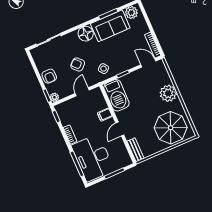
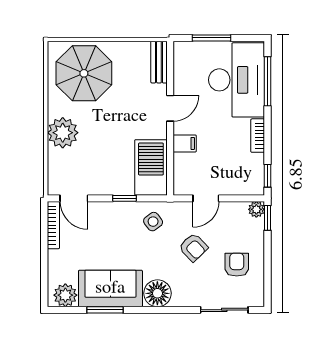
armchair: (49, 76) -> (237, 265), moved

